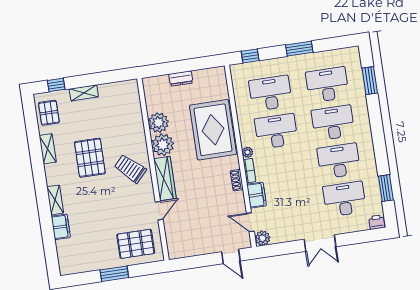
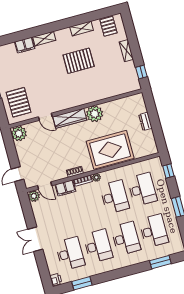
window: (56, 85) -> (141, 72), moved
pallet: (49, 113) -> (108, 26), turned 90
plant: (158, 123) -> (19, 134), moved
trolley: (130, 169) -> (74, 92), removed
door: (250, 222) -> (45, 186), swing flipped

